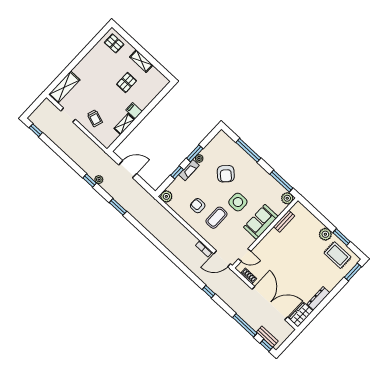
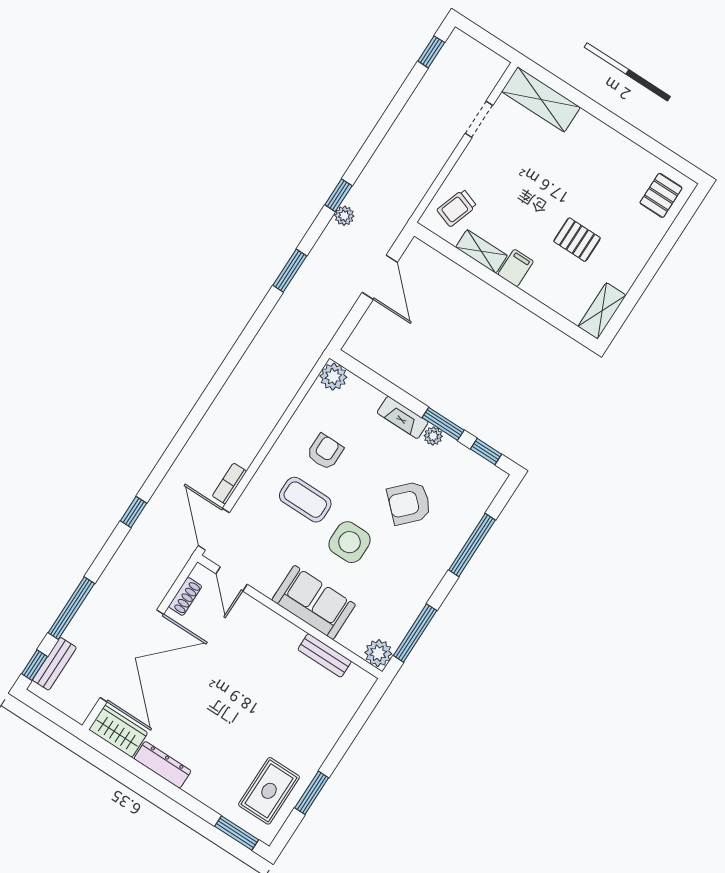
shelving: (141, 61) -> (602, 311), moved
trolley: (95, 118) -> (457, 208), moved
window: (177, 172) -> (486, 452), moved
plant: (325, 234) -> (312, 755), removed

